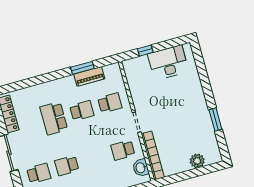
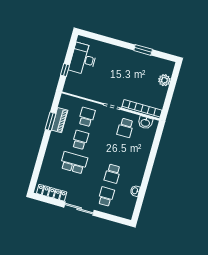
school desk: (54, 118) -> (74, 163), turned 180

